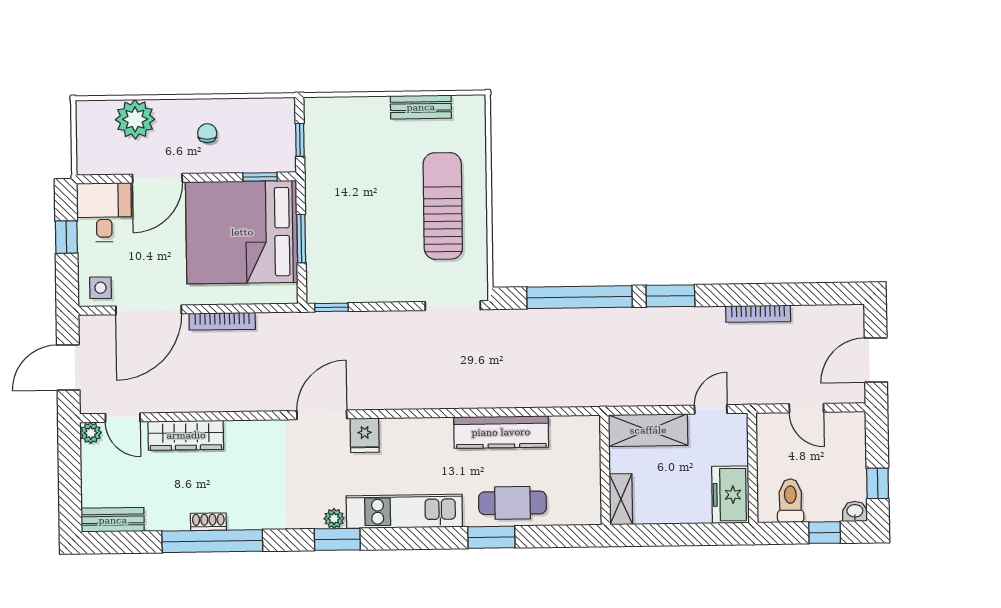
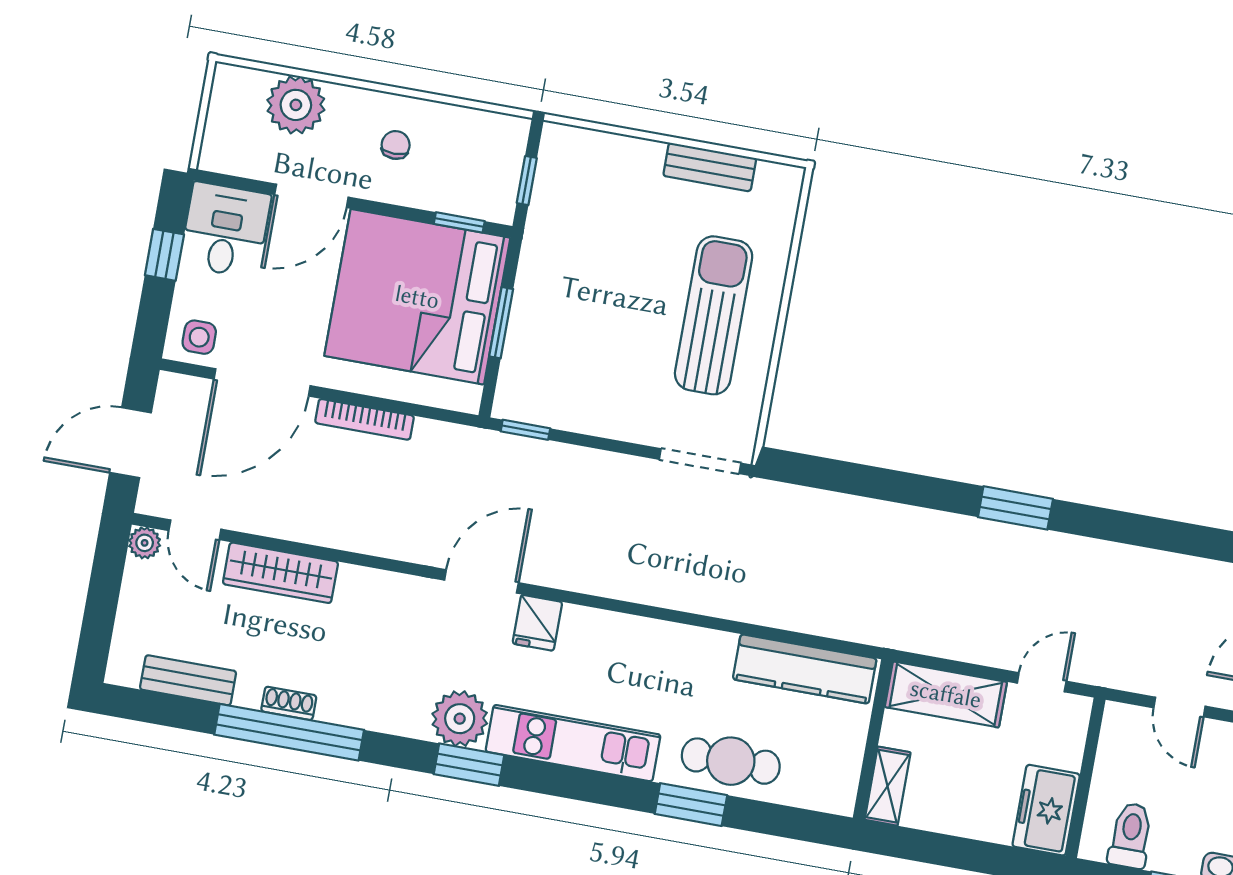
window: (579, 297) -> (884, 484), removed
bookcase: (758, 314) -> (1136, 558), removed
kitchen counter: (501, 432) -> (805, 669), moved
plant: (334, 518) -> (460, 719), width x1.88, depth x1.88
bench: (113, 520) -> (188, 680), moved

